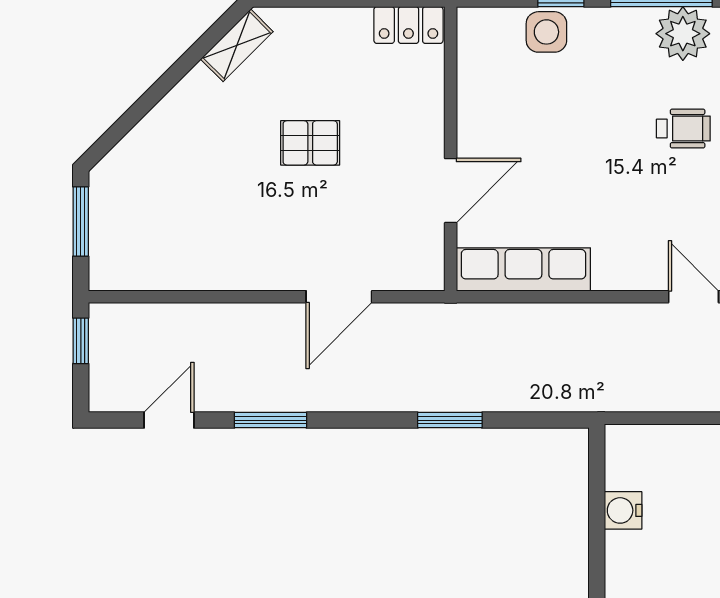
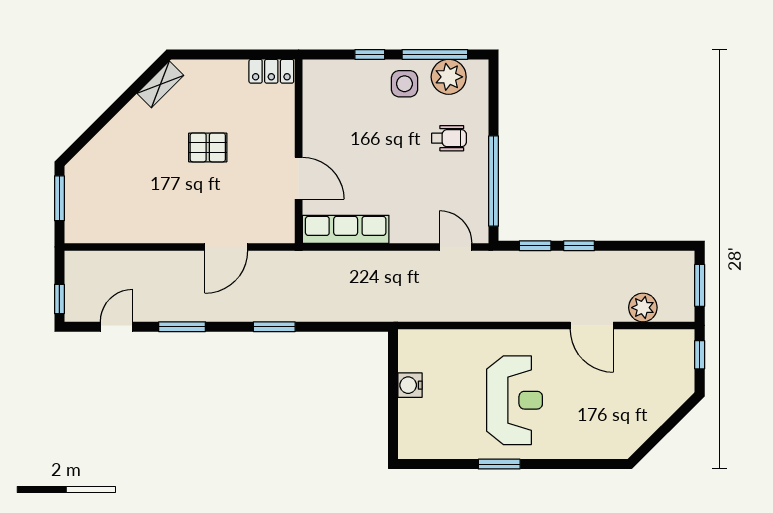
side table: (546, 32) -> (404, 84), moved
door: (451, 191) -> (299, 178), hinge flipped
window: (81, 341) -> (59, 299), moved
window: (450, 420) -> (274, 327), moved

